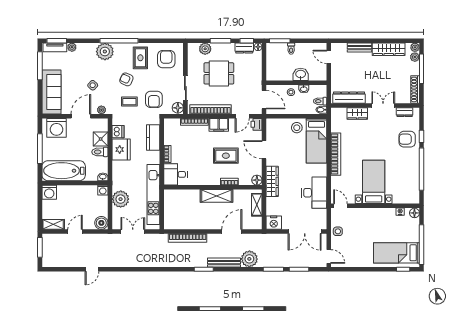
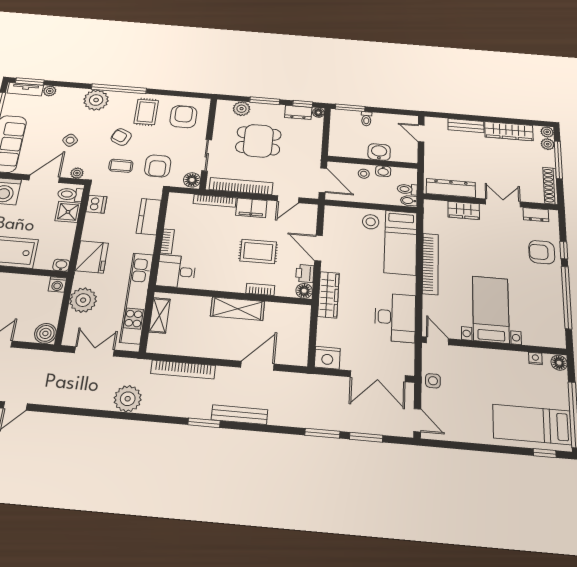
printer: (256, 124) -> (305, 273), moved
fridge: (121, 149) -> (92, 257), moved
toilet: (100, 152) -> (70, 194), moved
shelving: (257, 205) -> (160, 315), moved
plant: (249, 259) -> (128, 399), moved

